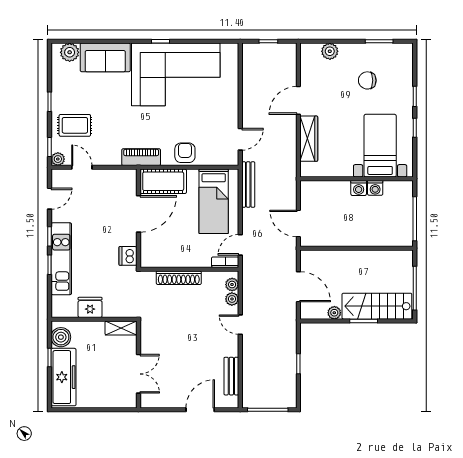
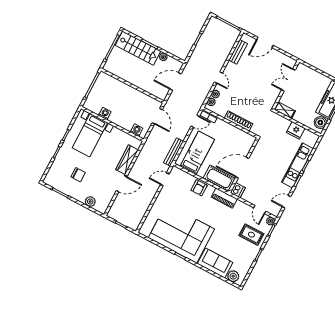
washing machine: (359, 188) -> (137, 130), moved
dishwasher: (128, 256) -> (238, 190), moved
door: (298, 287) -> (175, 82), hinge flipped

